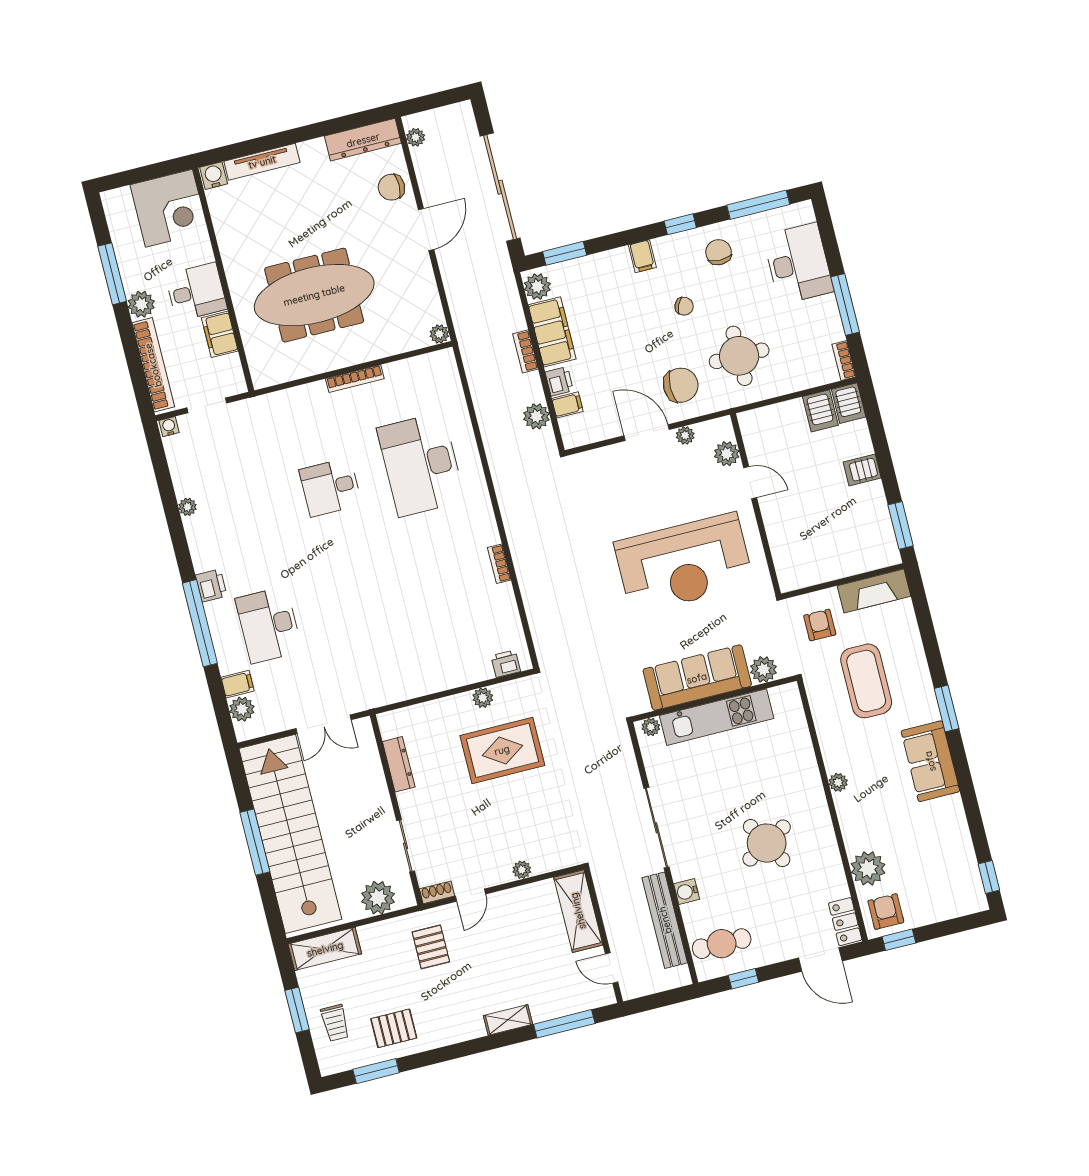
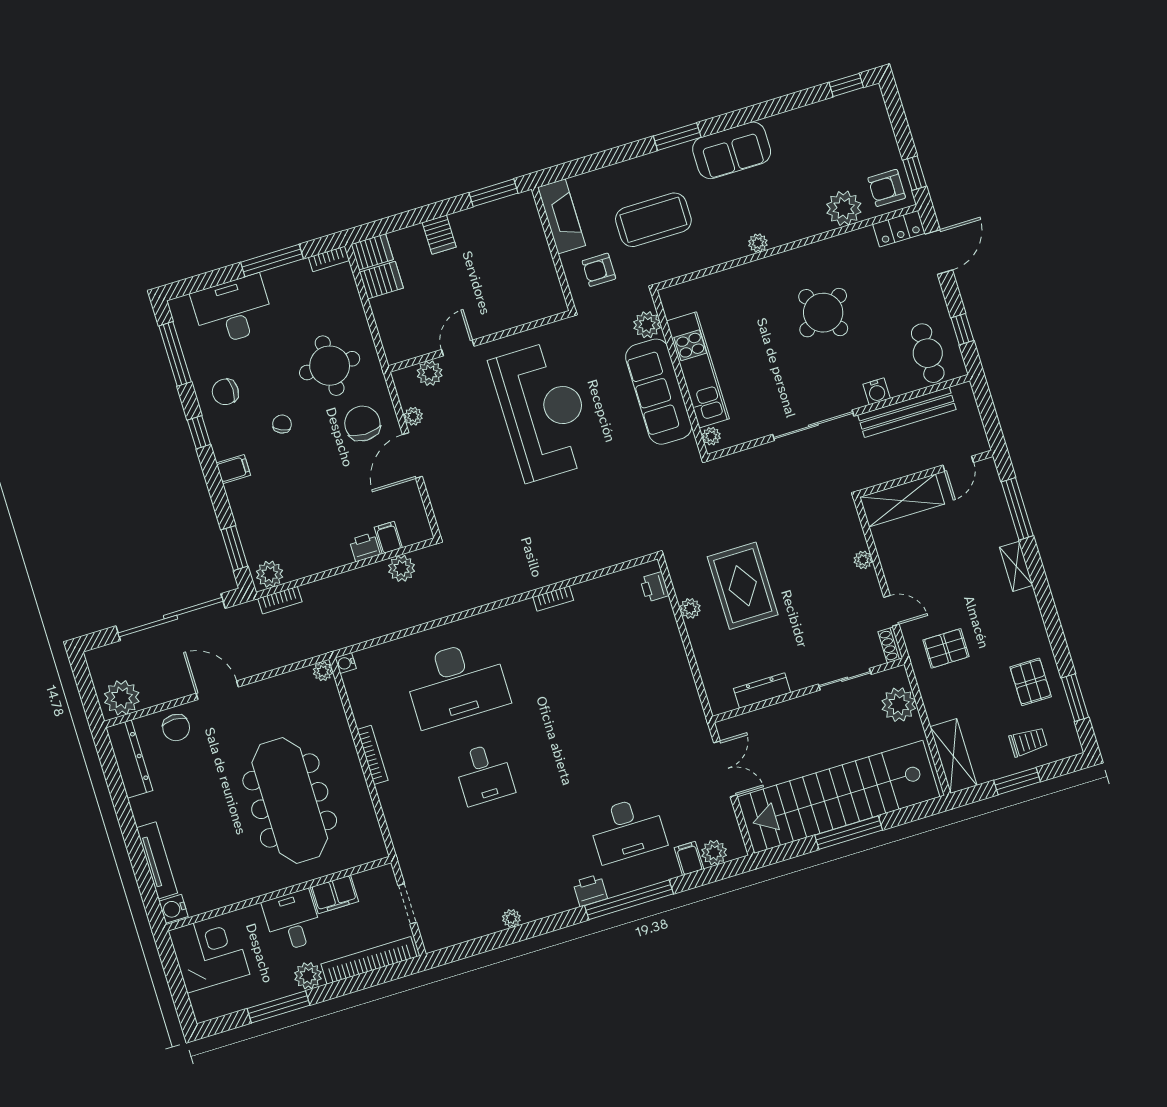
plant: (416, 137) -> (122, 698), width x1.88, depth x1.88
filing cabinet: (552, 332) -> (315, 557), removed
bookcase: (525, 351) -> (280, 600), moved
water cooler: (169, 427) -> (346, 663), moved

